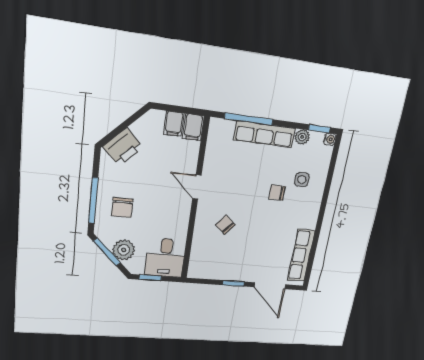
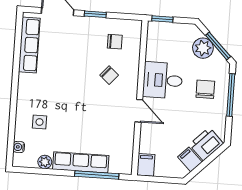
filing cabinet: (174, 124) -> (190, 159), moved, turned -45
window: (319, 129) -> (29, 170), removed
water cooler: (330, 139) -> (19, 147), moved
chair: (277, 193) -> (115, 42), moved
desk: (165, 258) -> (163, 80), moved, turned -90
window: (150, 278) -> (162, 19), moved

